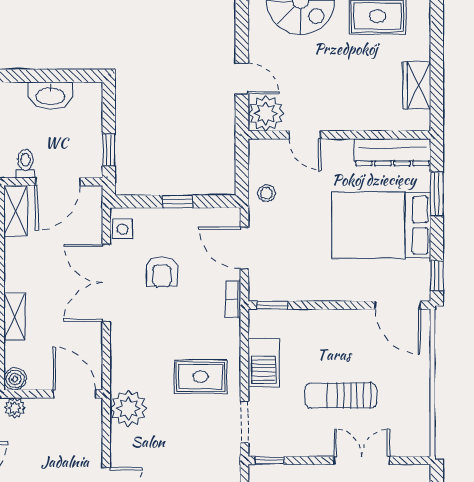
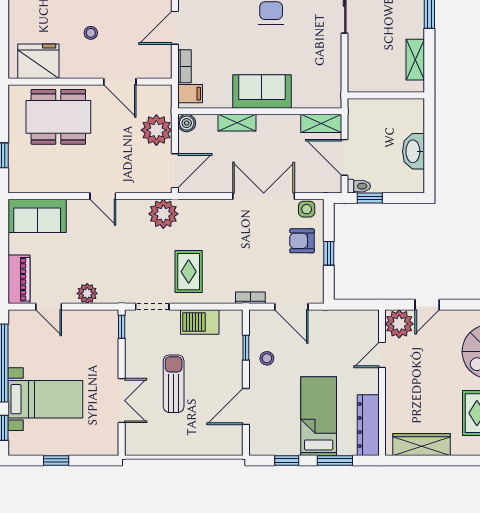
wardrobe: (417, 85) -> (422, 444), width x1.50
toilet: (25, 164) -> (359, 186), moved
stool: (266, 193) -> (267, 358), moved
bed: (381, 225) -> (319, 416), width x0.67
door: (244, 248) -> (291, 307), swing flipped
armchair: (162, 272) -> (302, 241), moved
window: (437, 276) -> (287, 460), moved
window: (272, 305) -> (246, 348), moved
door: (398, 305) -> (246, 407), moved
plant: (15, 408) -> (156, 130), width x1.87, depth x1.87

